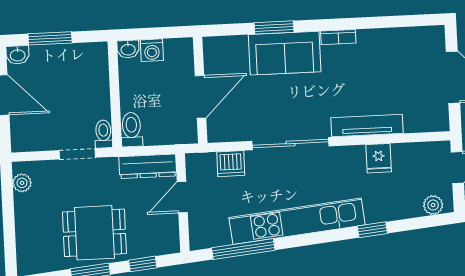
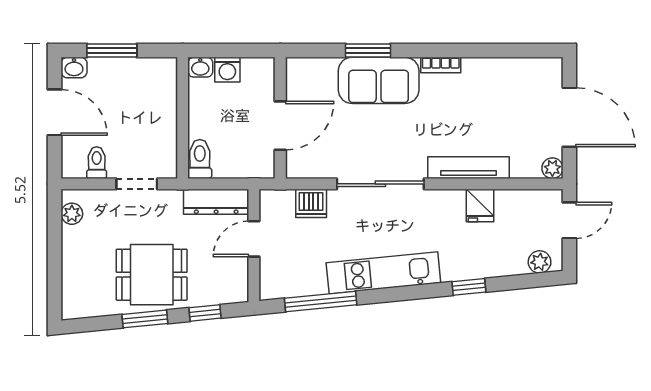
plant: (440, 122) -> (552, 168), added
toilet: (103, 134) -> (97, 163), moved
kitchen unit: (297, 221) -> (383, 273), width x0.73

